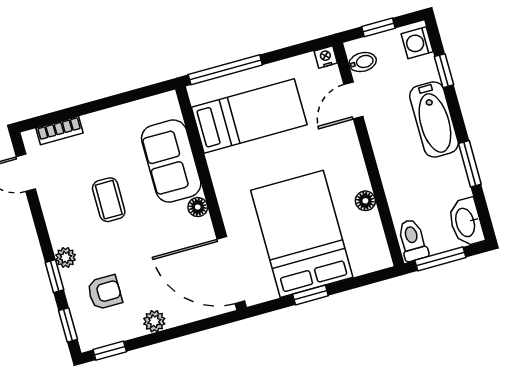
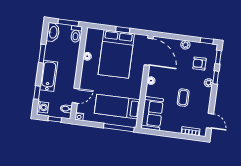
sofa: (171, 161) -> (152, 113), moved

